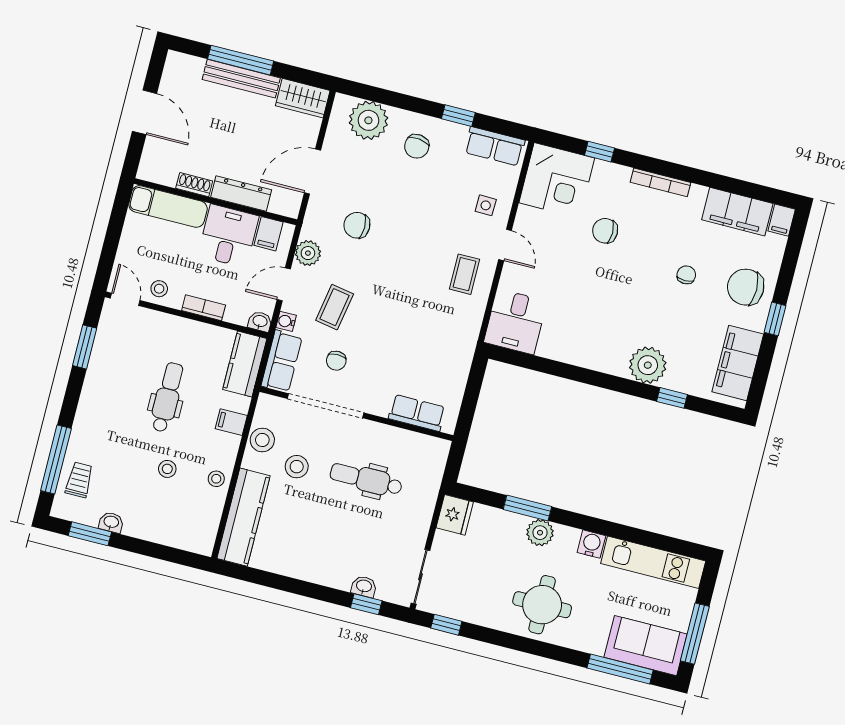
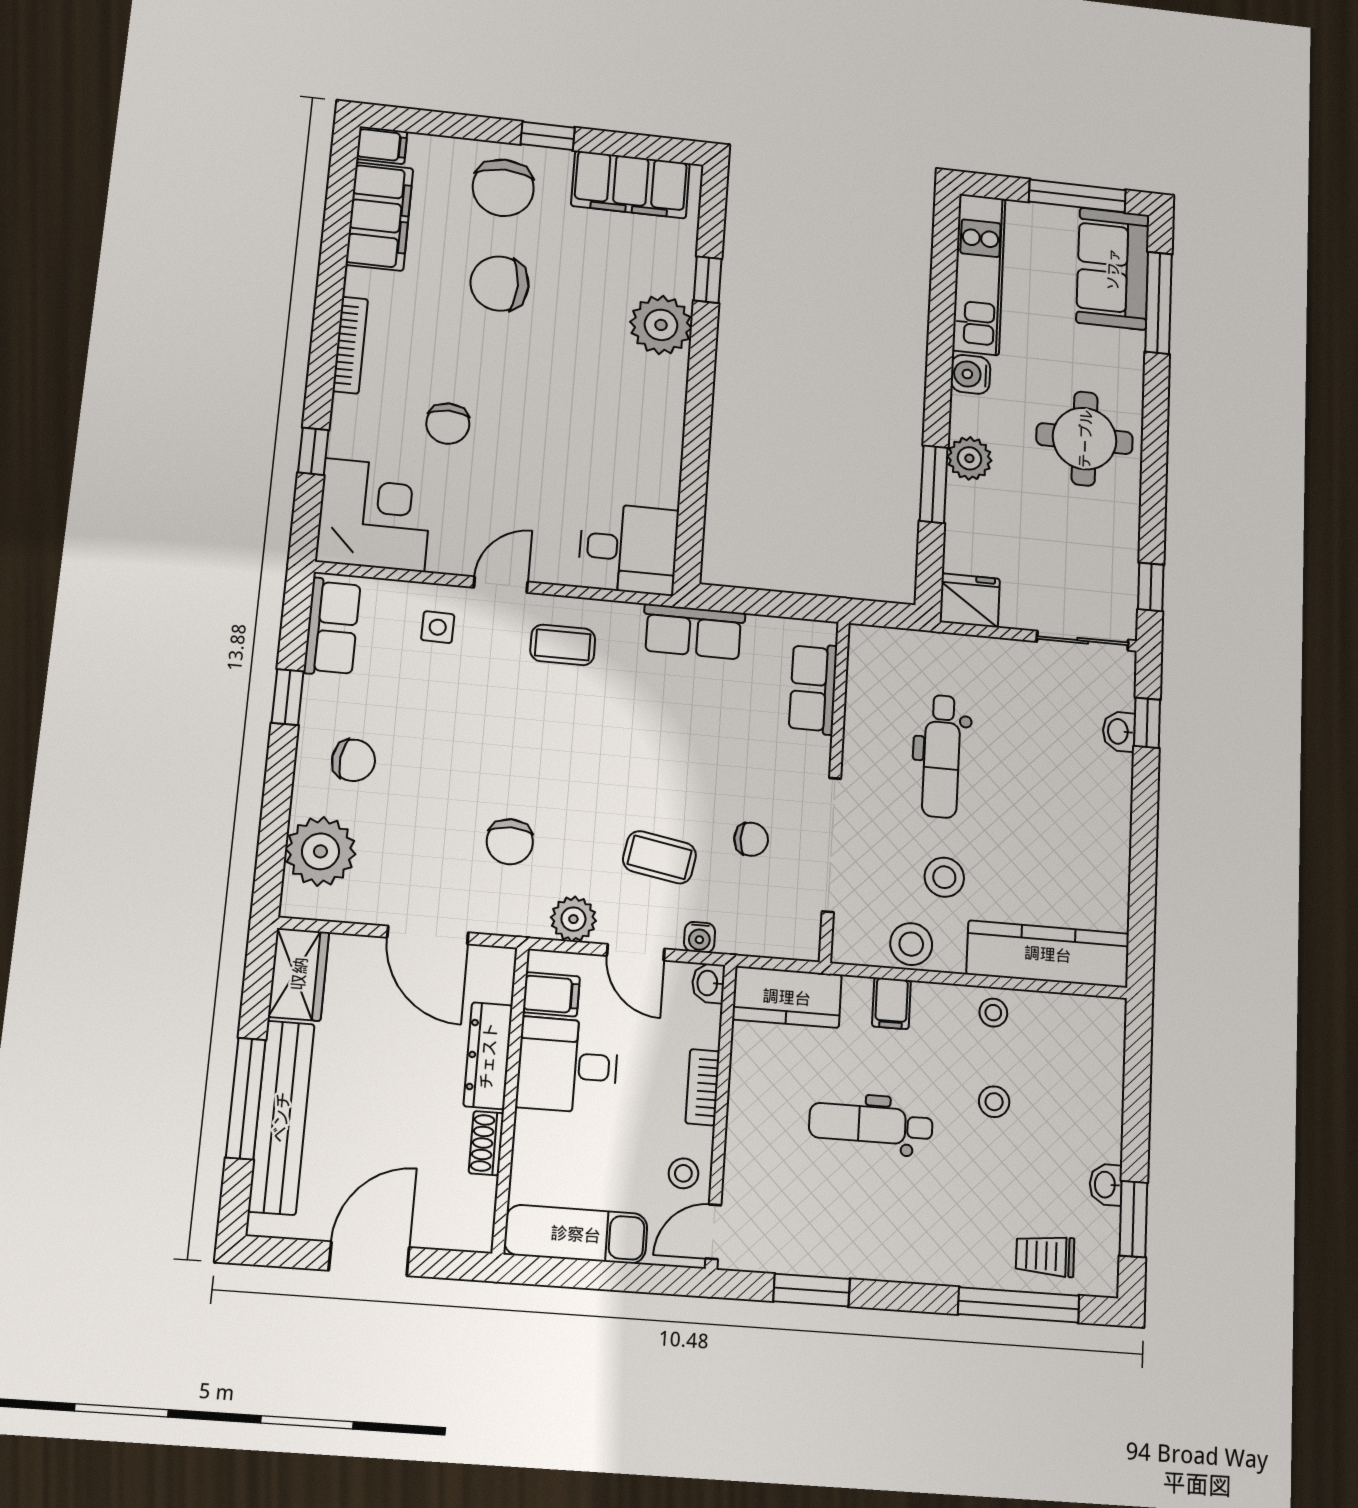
bench: (241, 79) -> (281, 1117), width x1.37, depth x1.21
exam couch: (168, 206) -> (576, 1234), moved, turned -90
chair: (686, 275) -> (500, 284), width x1.87, depth x1.87
row of seats: (282, 361) -> (694, 632), moved, turned 180

